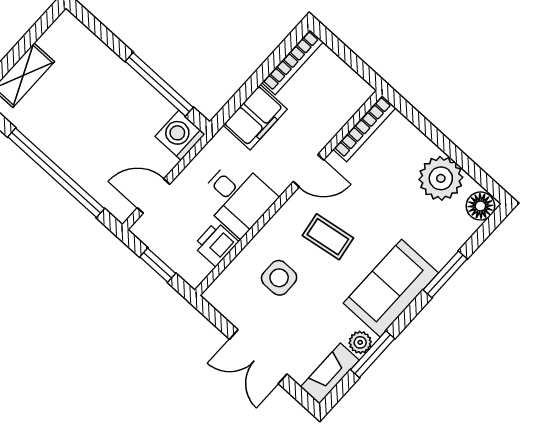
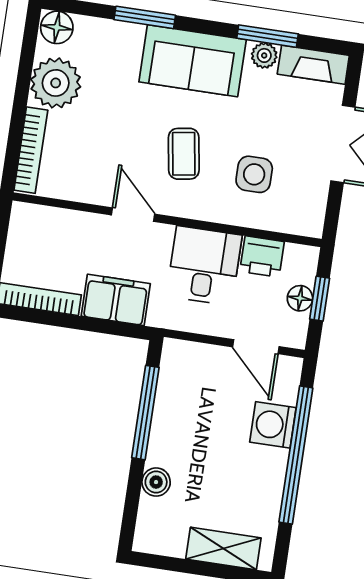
boiler: (104, 59) -> (156, 482), added
bookcase: (364, 129) -> (31, 150), moved, turned 90
washing machine: (180, 135) -> (273, 425), moved, turned 90
floor lamp: (167, 251) -> (300, 298), added

